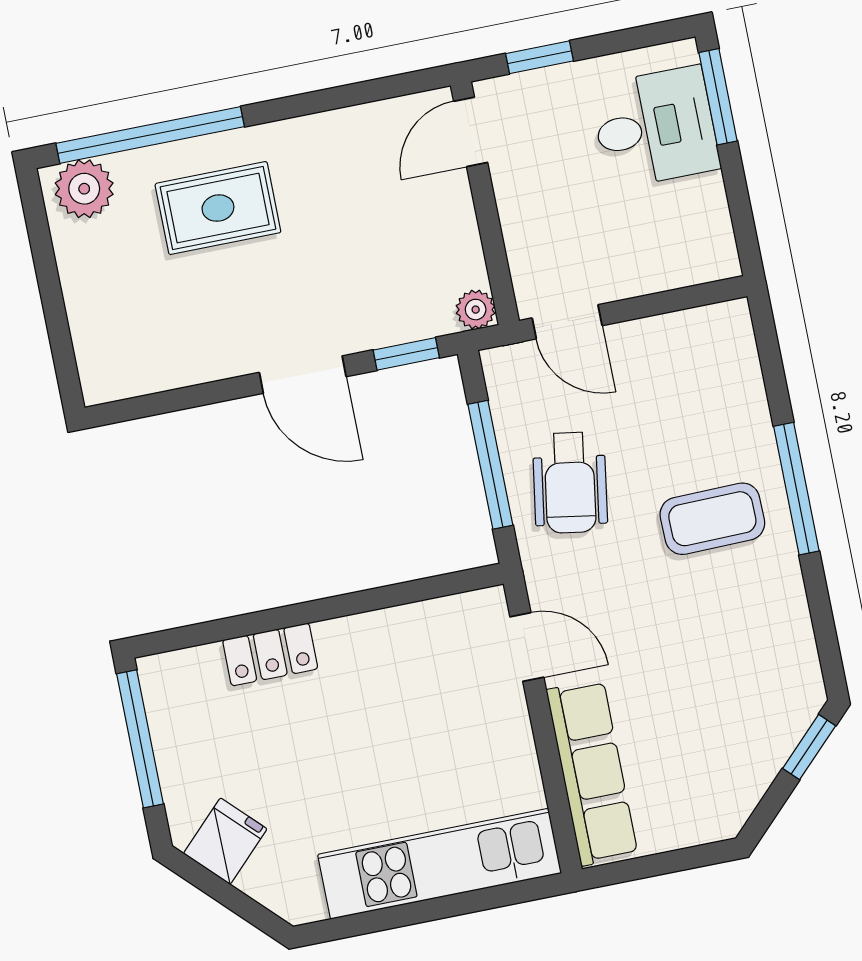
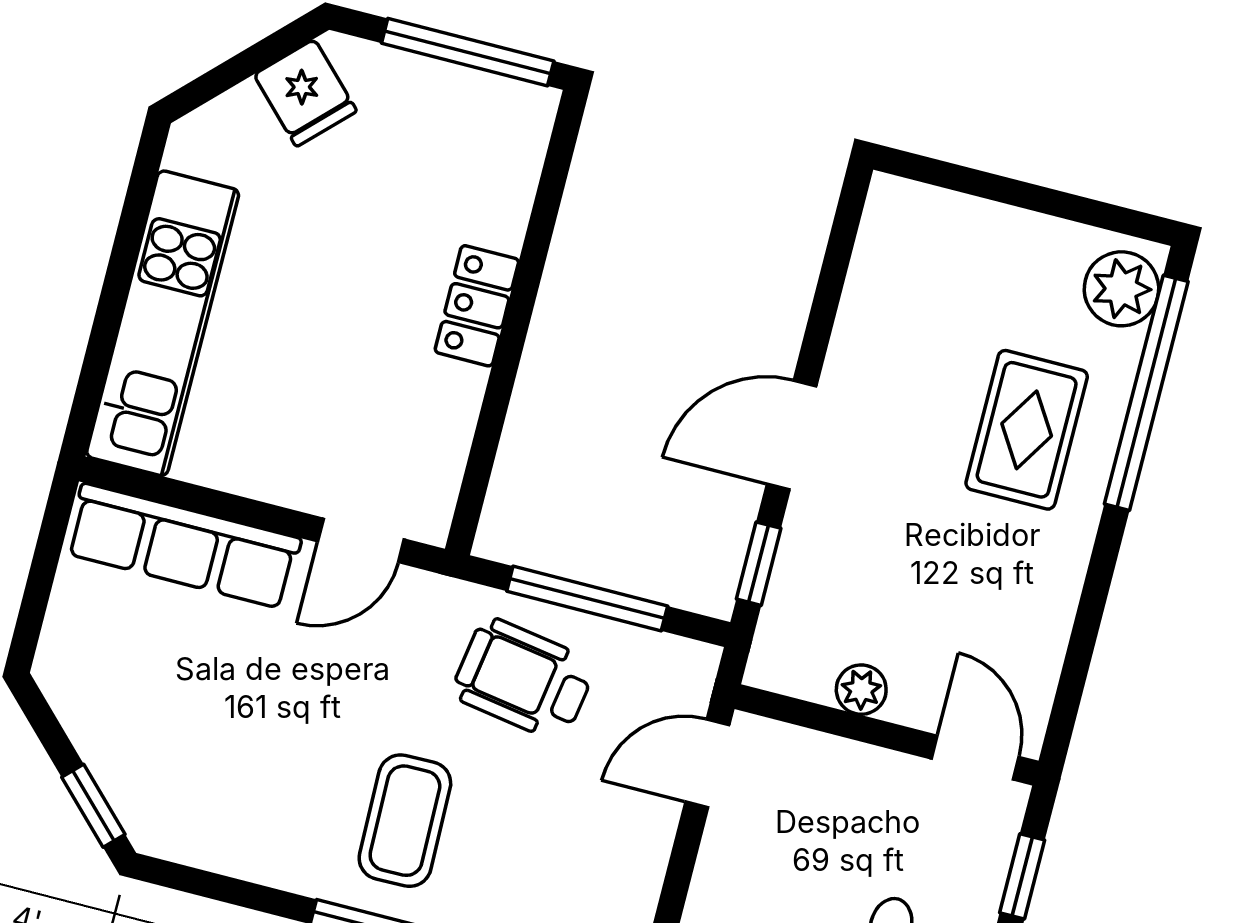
plant: (476, 310) -> (861, 690), moved
locker: (270, 654) -> (477, 306), moved

